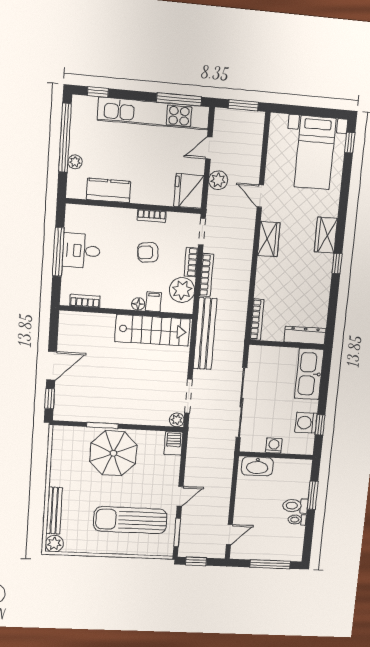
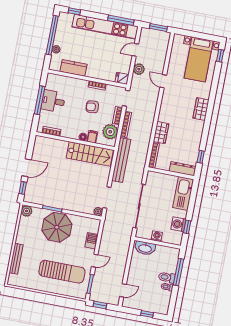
fridge: (189, 191) -> (122, 78), width x0.53, depth x0.75
wardrobe: (269, 239) -> (161, 133), moved
window: (337, 264) -> (201, 157), moved
barbecue: (173, 443) -> (92, 241), moved
window: (313, 495) -> (179, 272), width x1.44
sun lounger: (130, 520) -> (62, 272), turned 180
plant: (54, 544) -> (27, 211), moved
window: (270, 564) -> (147, 314), width x0.46

